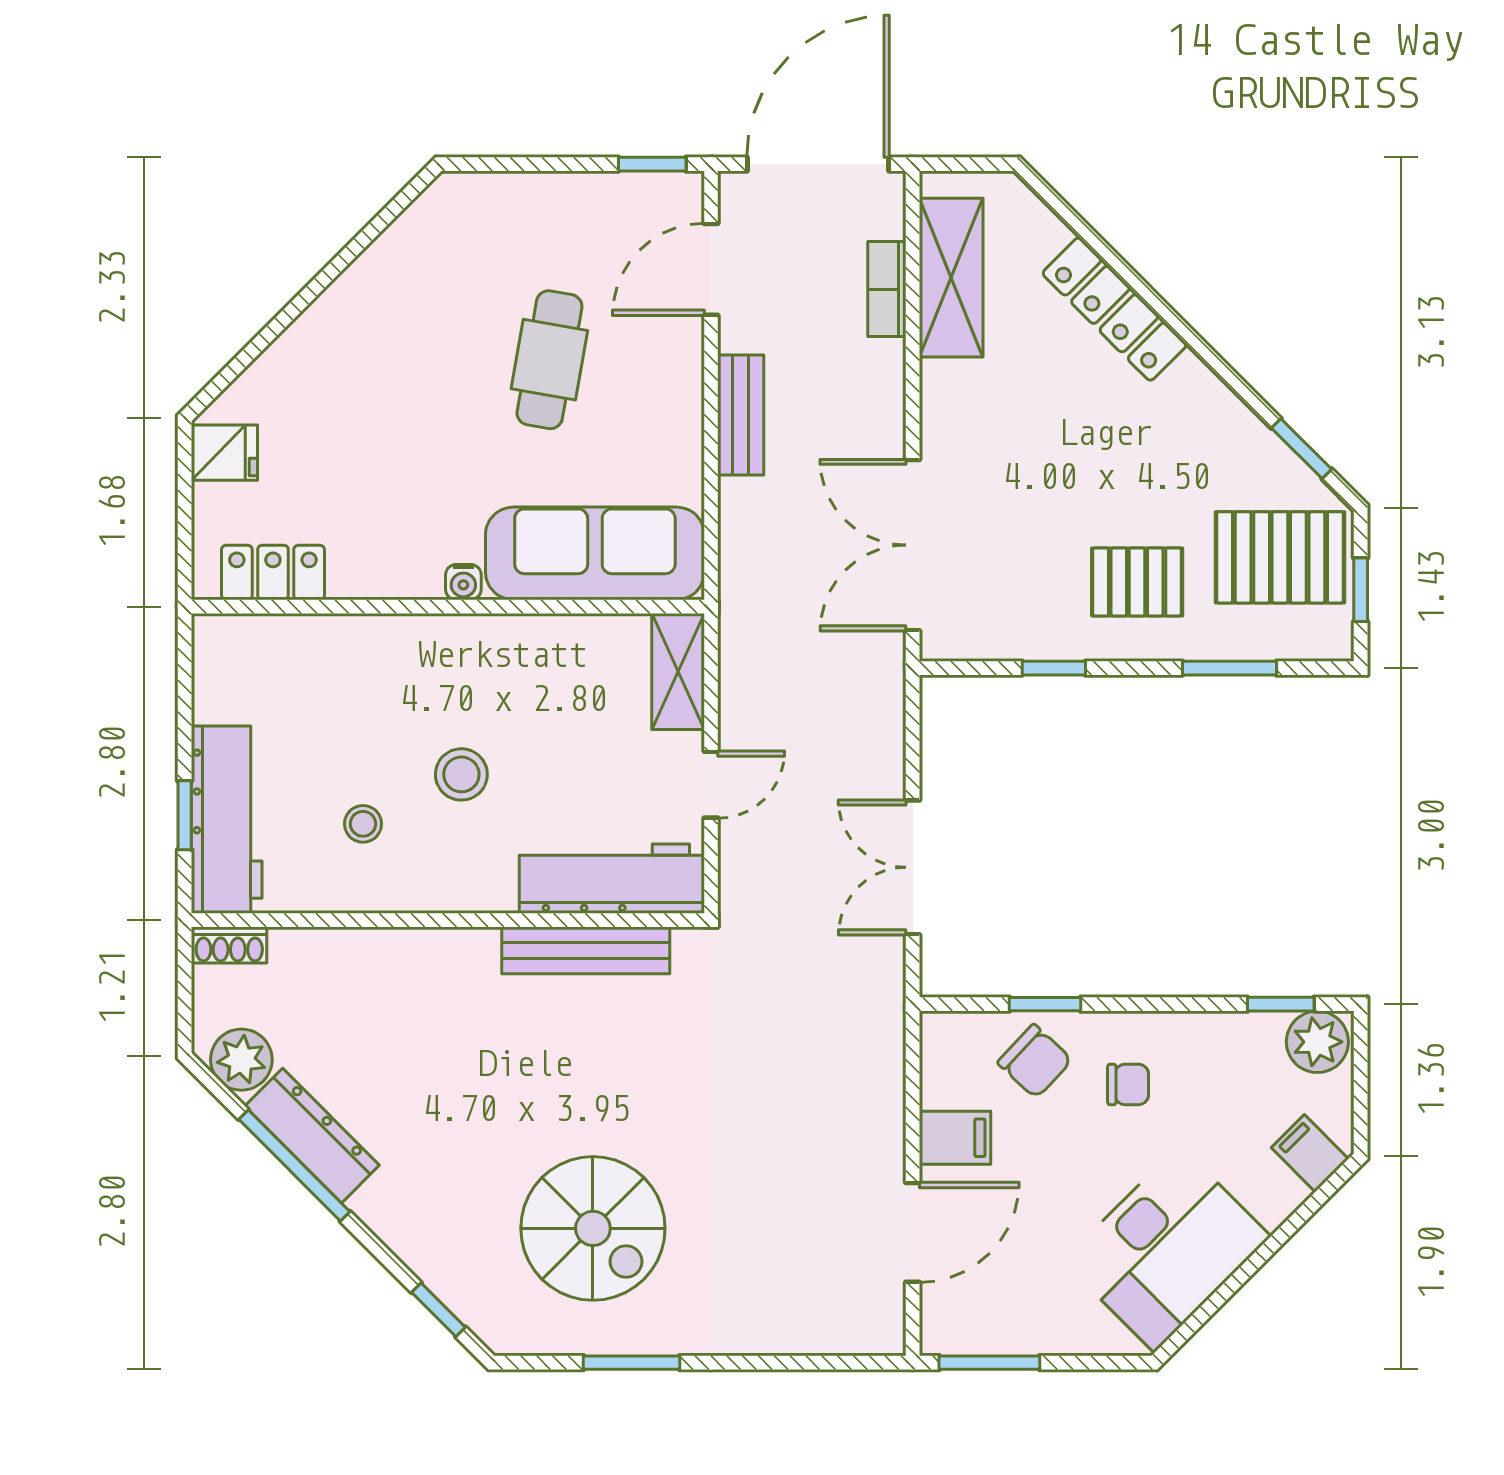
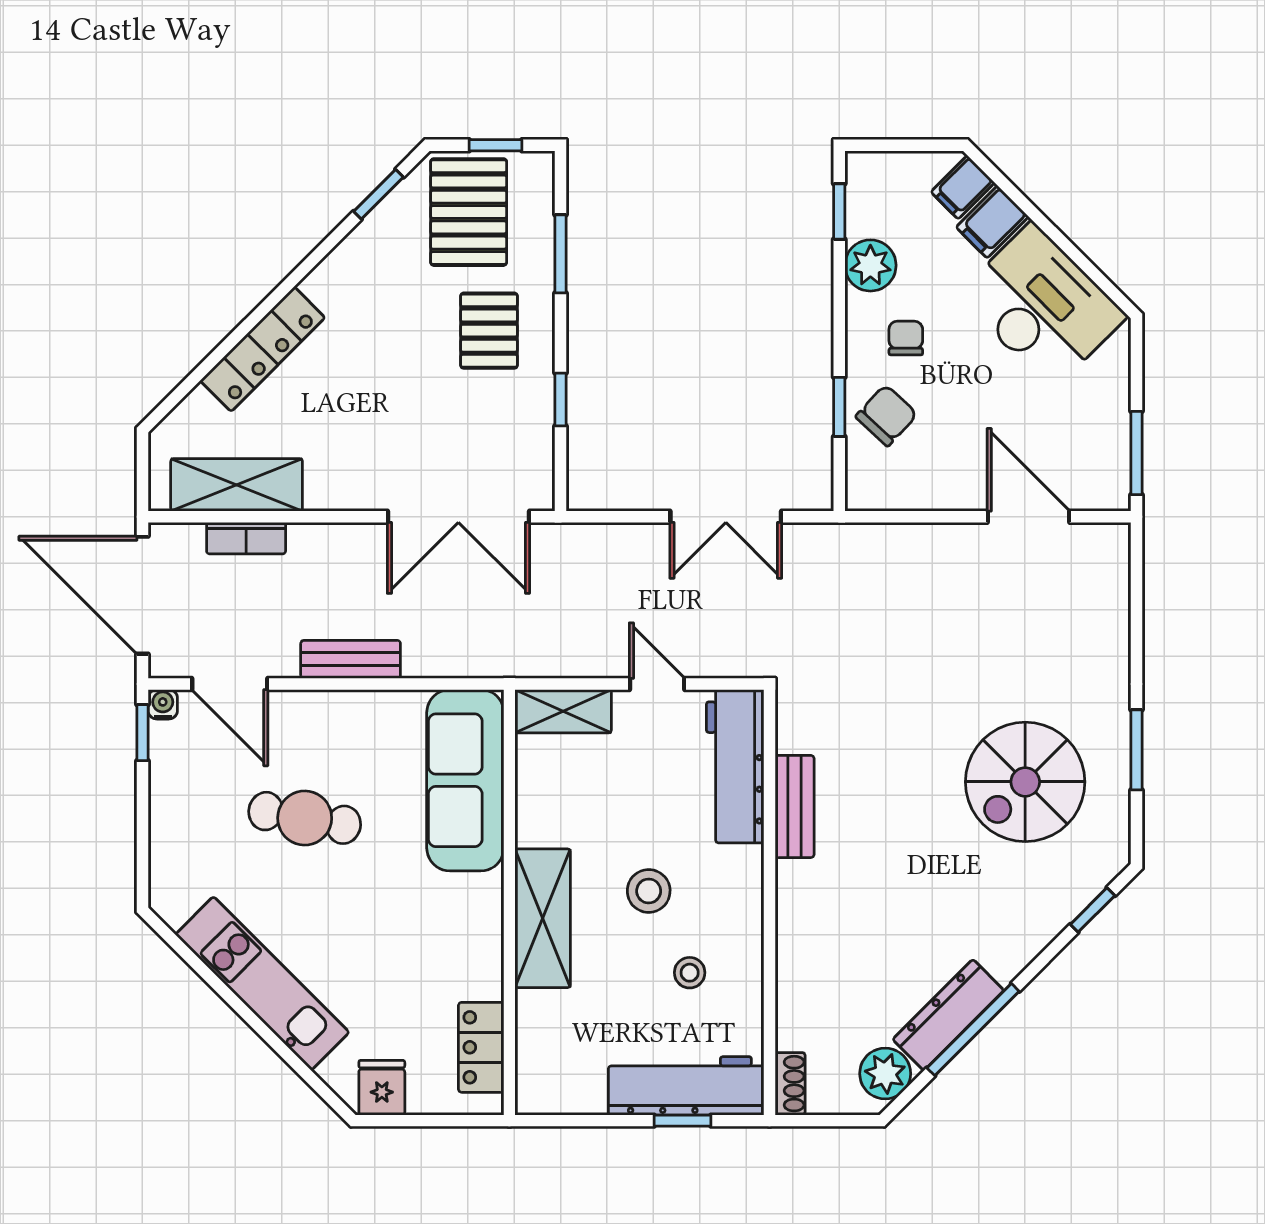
kitchen unit: (350, 309) -> (262, 983), added
water cooler: (463, 582) -> (163, 704), moved, turned -90
shelving: (429, 647) -> (543, 918), added
bench: (586, 950) -> (795, 806), width x0.73
plant: (1317, 1042) -> (870, 265), moved
filing cabinet: (955, 1138) -> (992, 222), moved, turned -135
spiral stairs: (593, 1228) -> (1025, 782), turned 180

